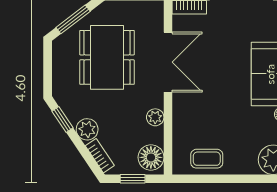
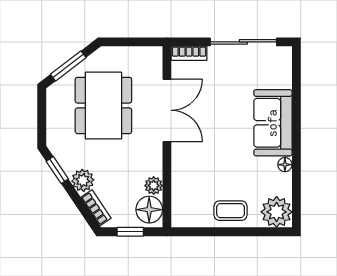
plant: (155, 117) -> (154, 186), moved
coffee table: (207, 159) -> (230, 211), moved

